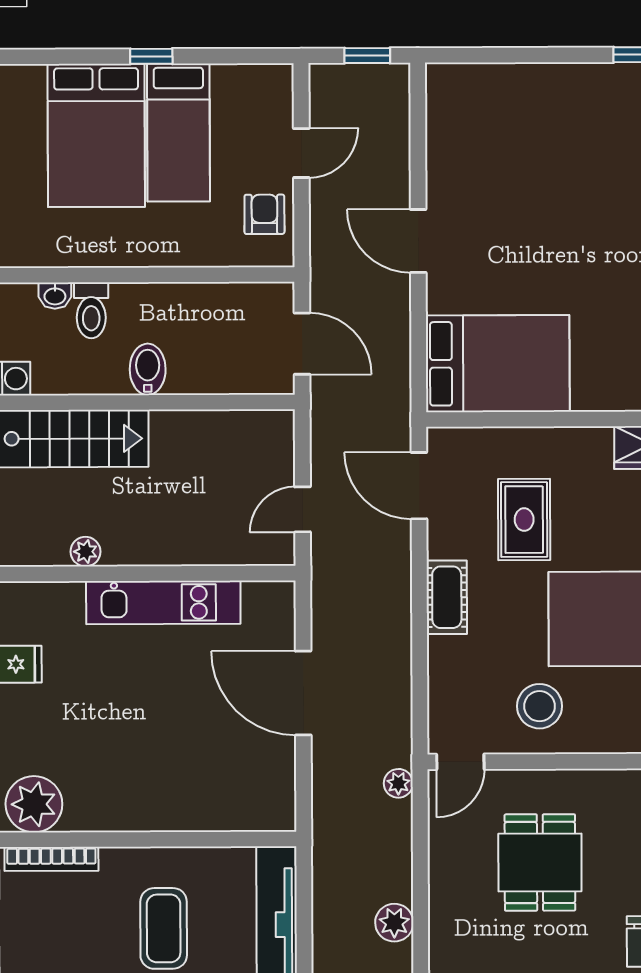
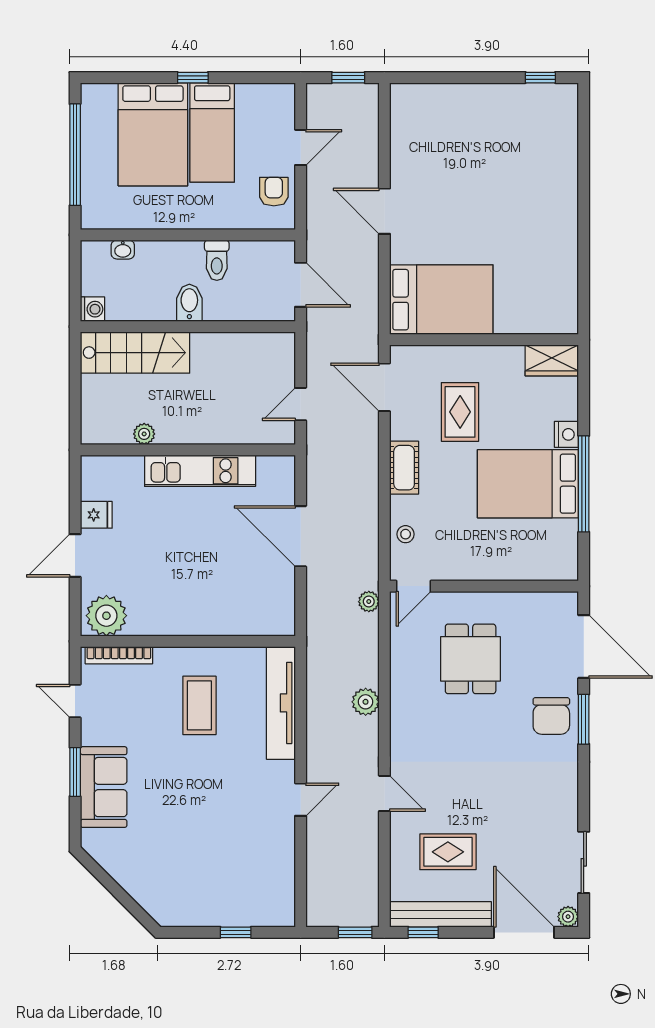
toilet: (91, 310) -> (217, 260), moved
stool: (540, 706) -> (406, 534), moved, width x0.53, depth x0.53

